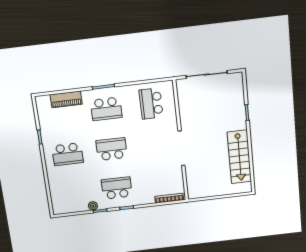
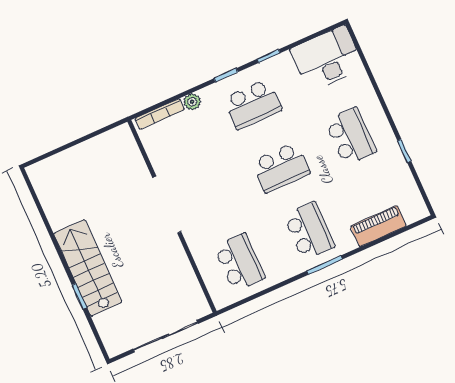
school desk: (106, 109) -> (309, 231), turned 90
school desk: (68, 154) -> (351, 136), turned 90
stairs: (239, 157) -> (88, 268), moved
desk: (69, 200) -> (327, 59), added
plant: (93, 206) -> (192, 102), moved

